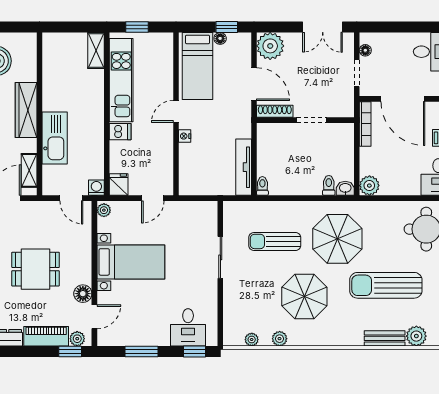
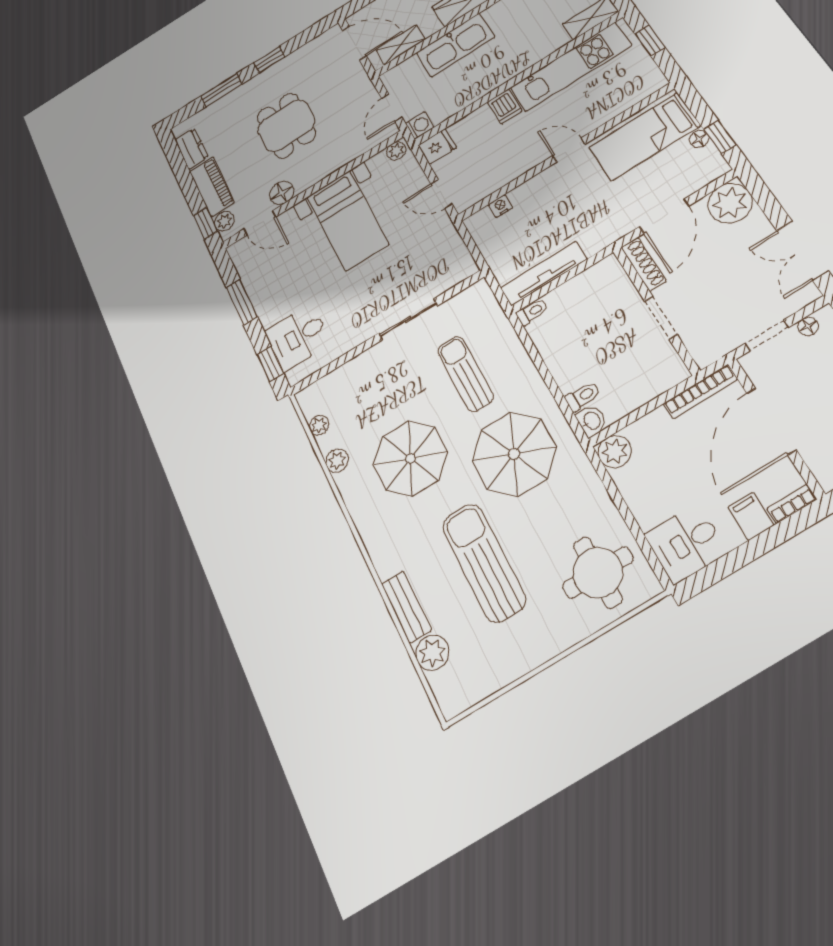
nightstand: (185, 136) -> (501, 206), moved

